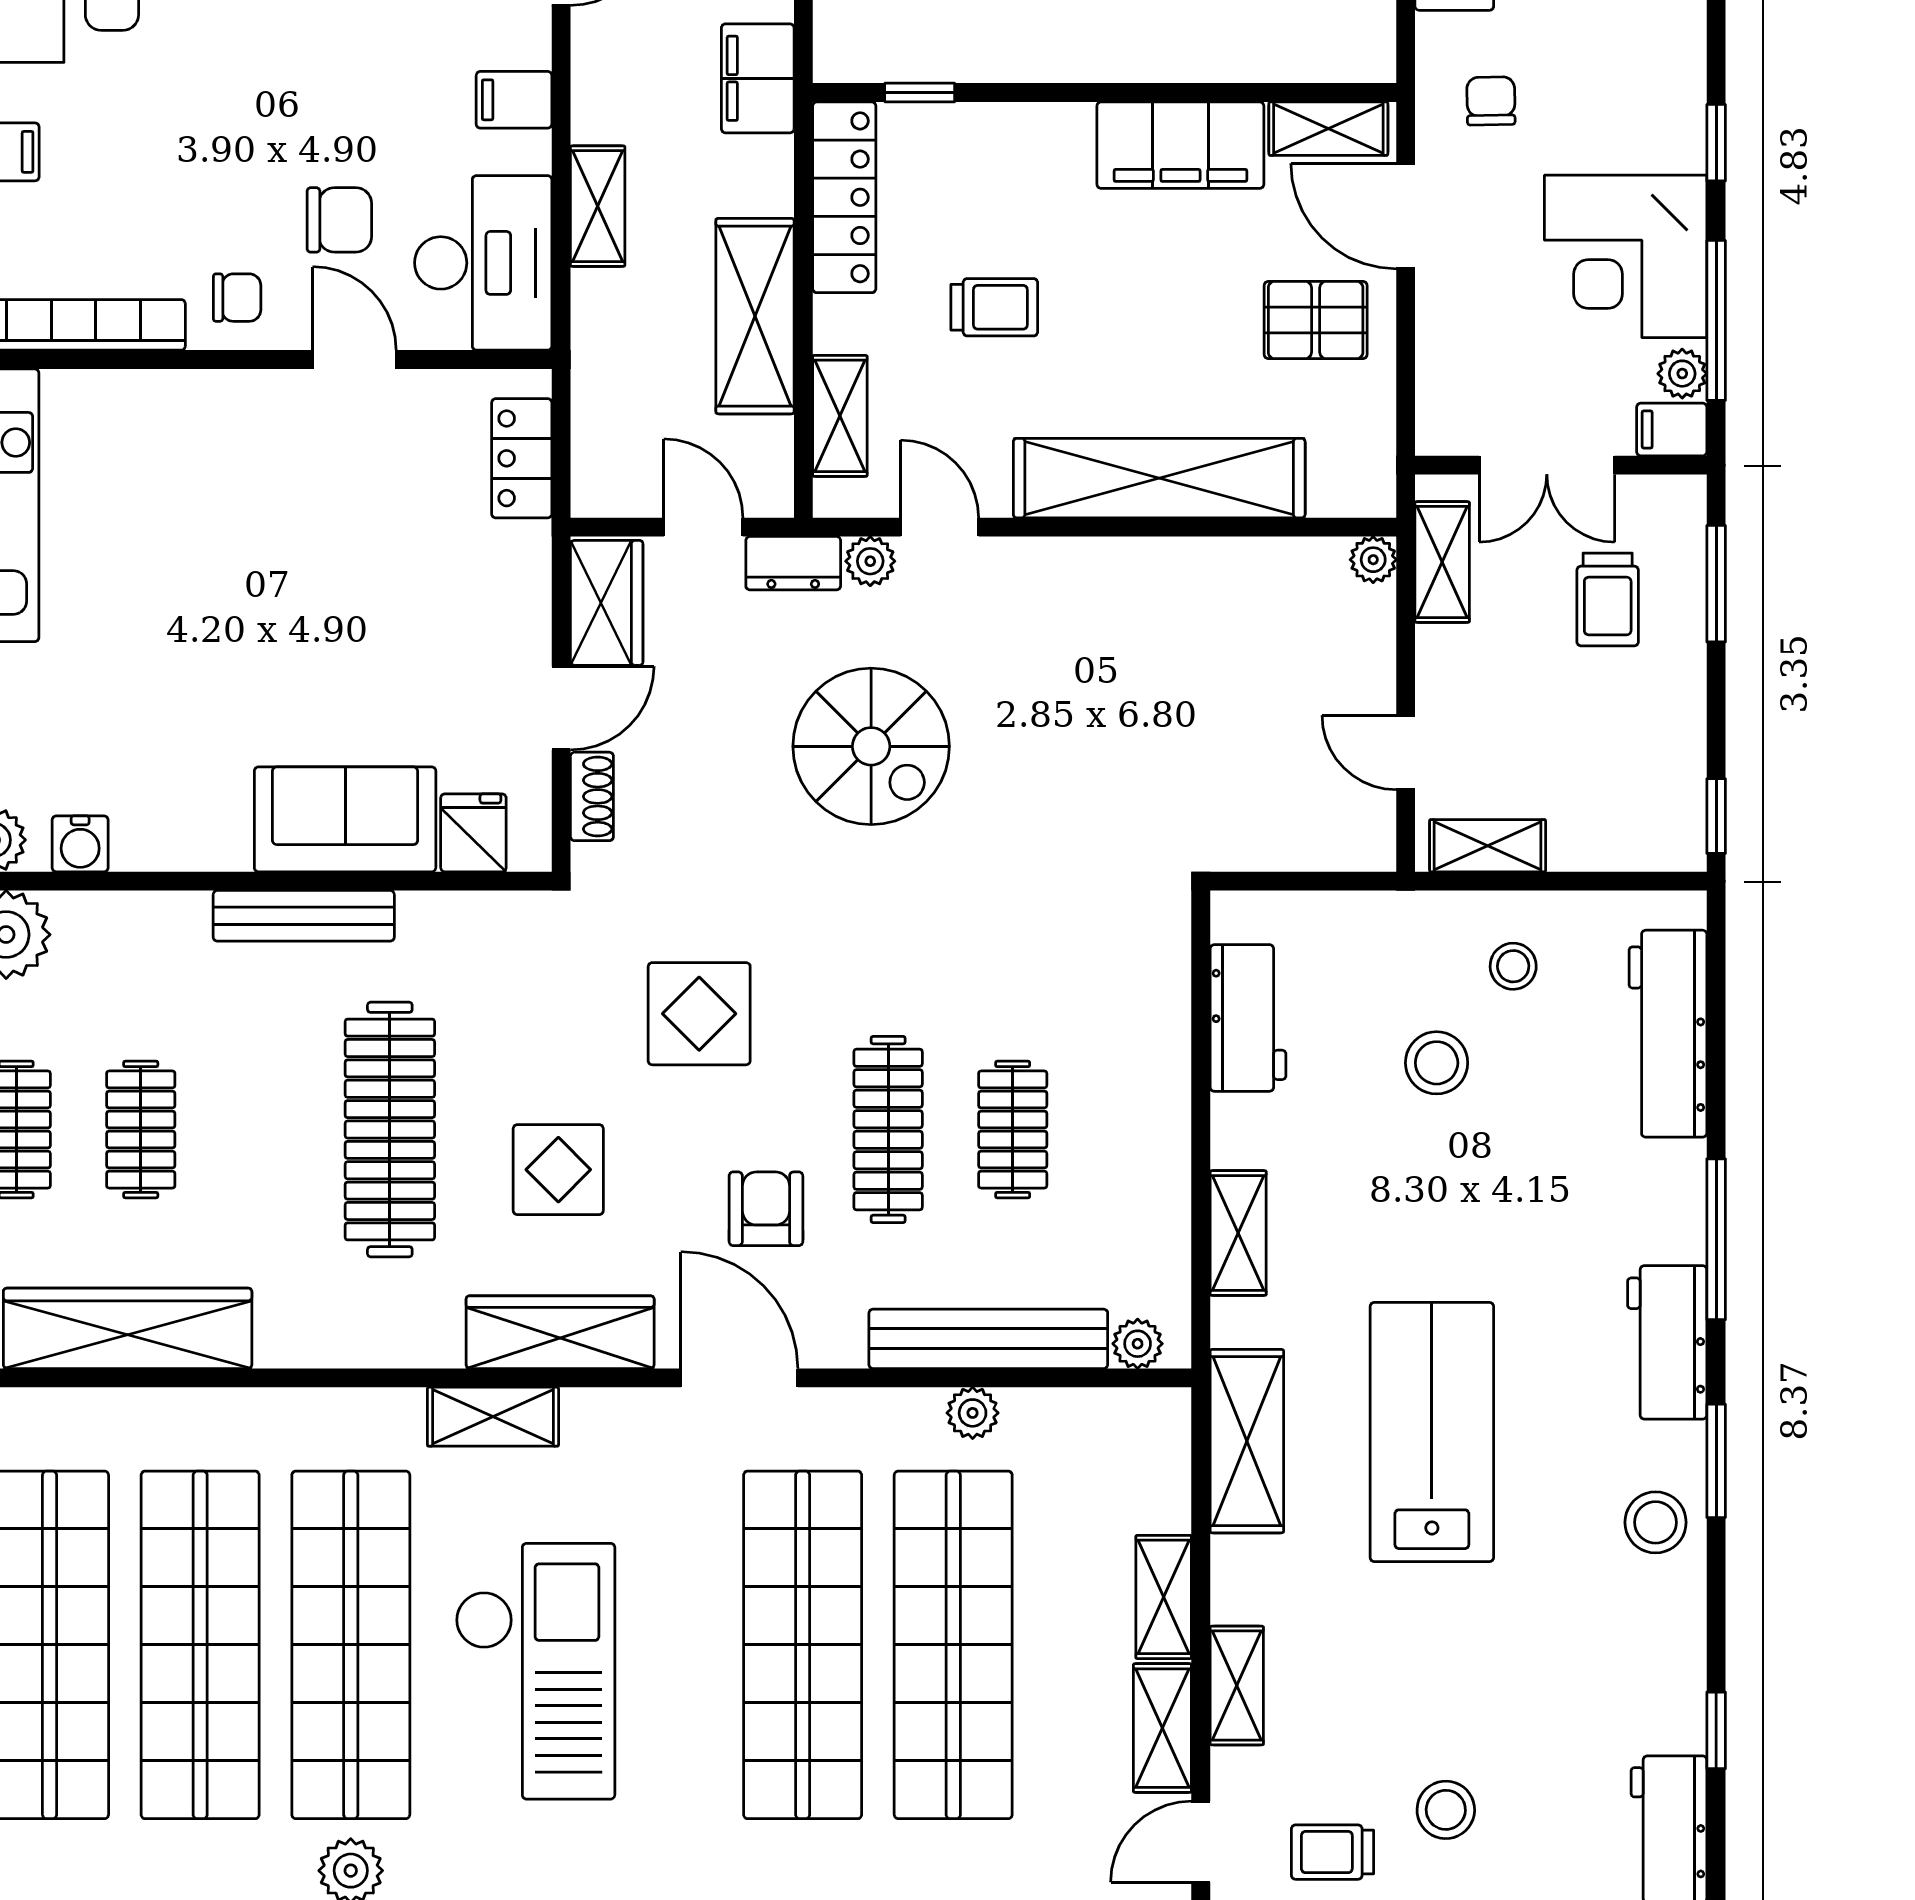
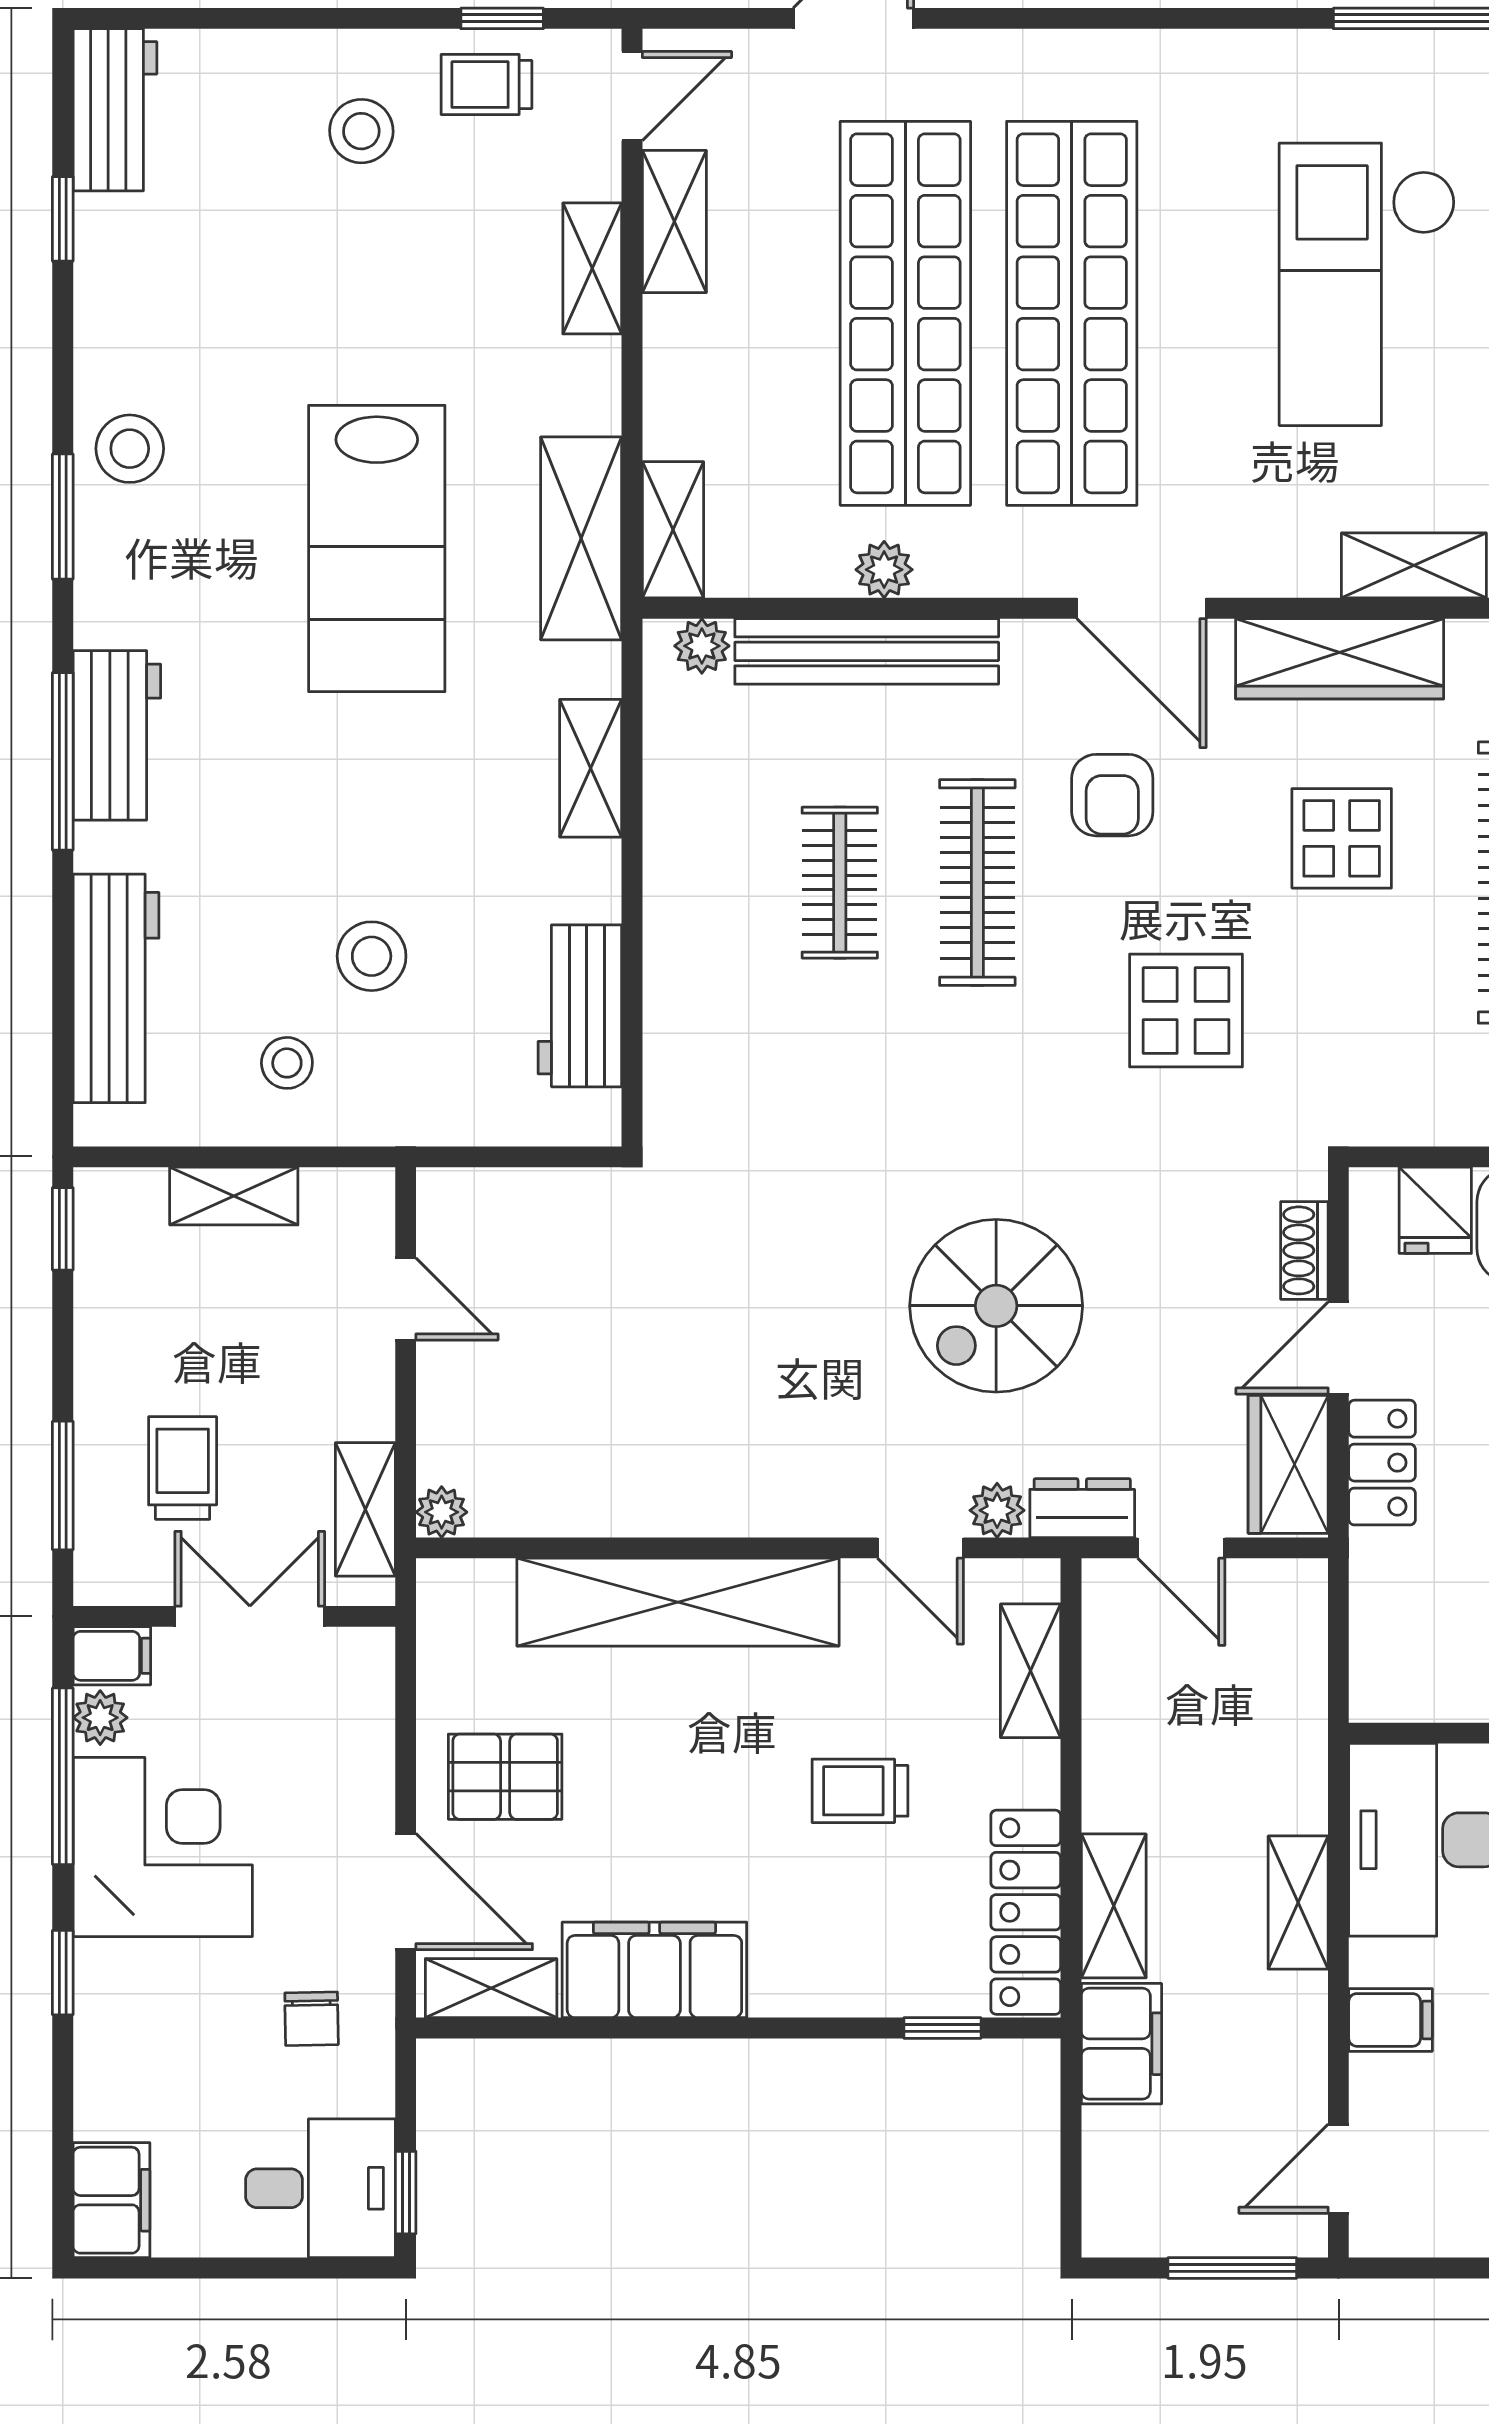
shelving: (755, 316) -> (1114, 1906), moved, width x0.67, depth x0.75
locker: (522, 458) -> (1382, 1463), moved
spiral stairs: (871, 746) -> (996, 1306), turned -90
shelving: (1488, 846) -> (234, 1196), moved
workbench: (1667, 1342) -> (117, 735), moved
shelving: (1164, 1597) -> (673, 530), moved
trolley: (1333, 1852) -> (486, 85), turned 180

